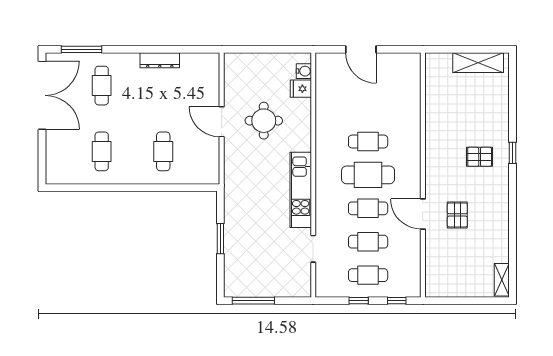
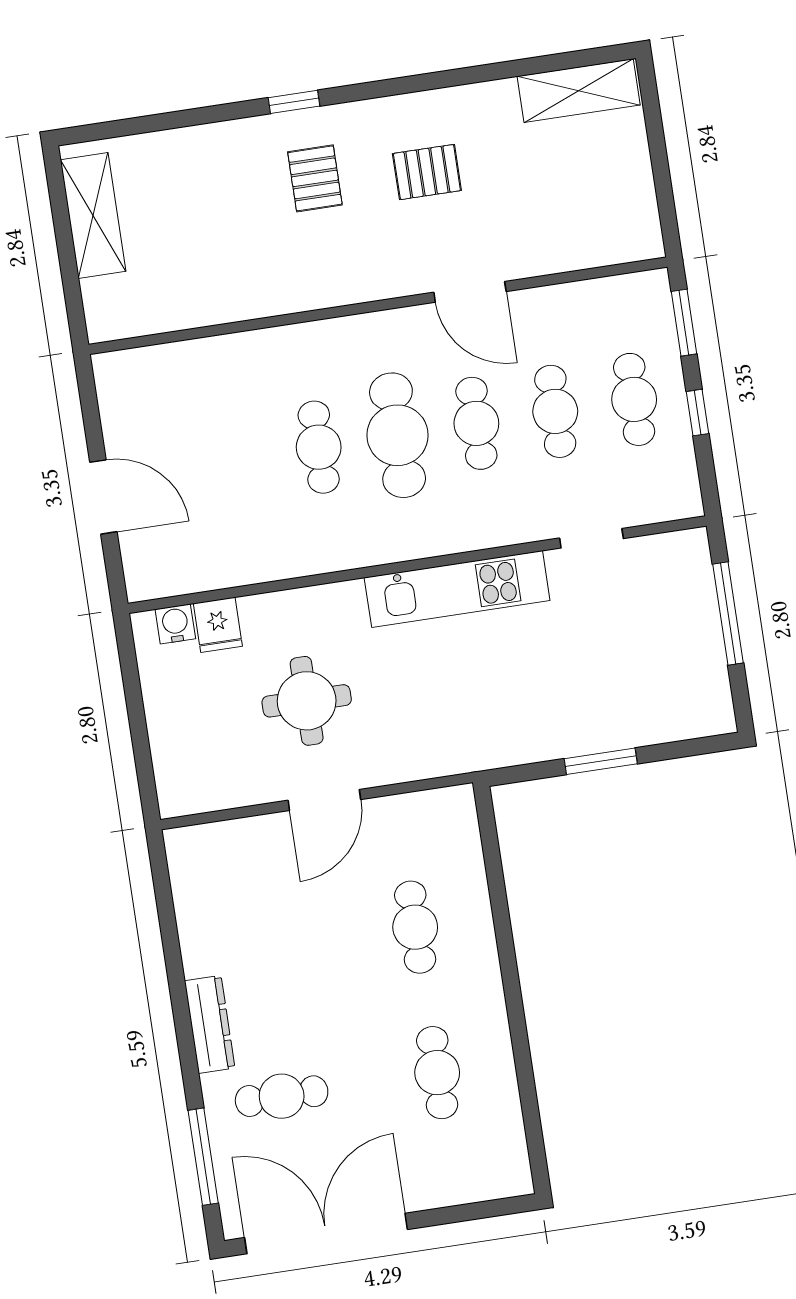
door: (361, 49) -> (103, 497), hinge flipped
dresser: (160, 60) -> (210, 1024), moved
cafe table: (102, 151) -> (437, 1073), turned 90
cafe table: (163, 151) -> (415, 927), turned 90
door: (423, 214) -> (470, 292), hinge flipped
pallet: (457, 215) -> (427, 172), moved
shelving: (502, 280) -> (579, 91), width x1.50, depth x1.33
window: (253, 301) -> (728, 614), moved
window: (397, 301) -> (684, 323), width x1.50

